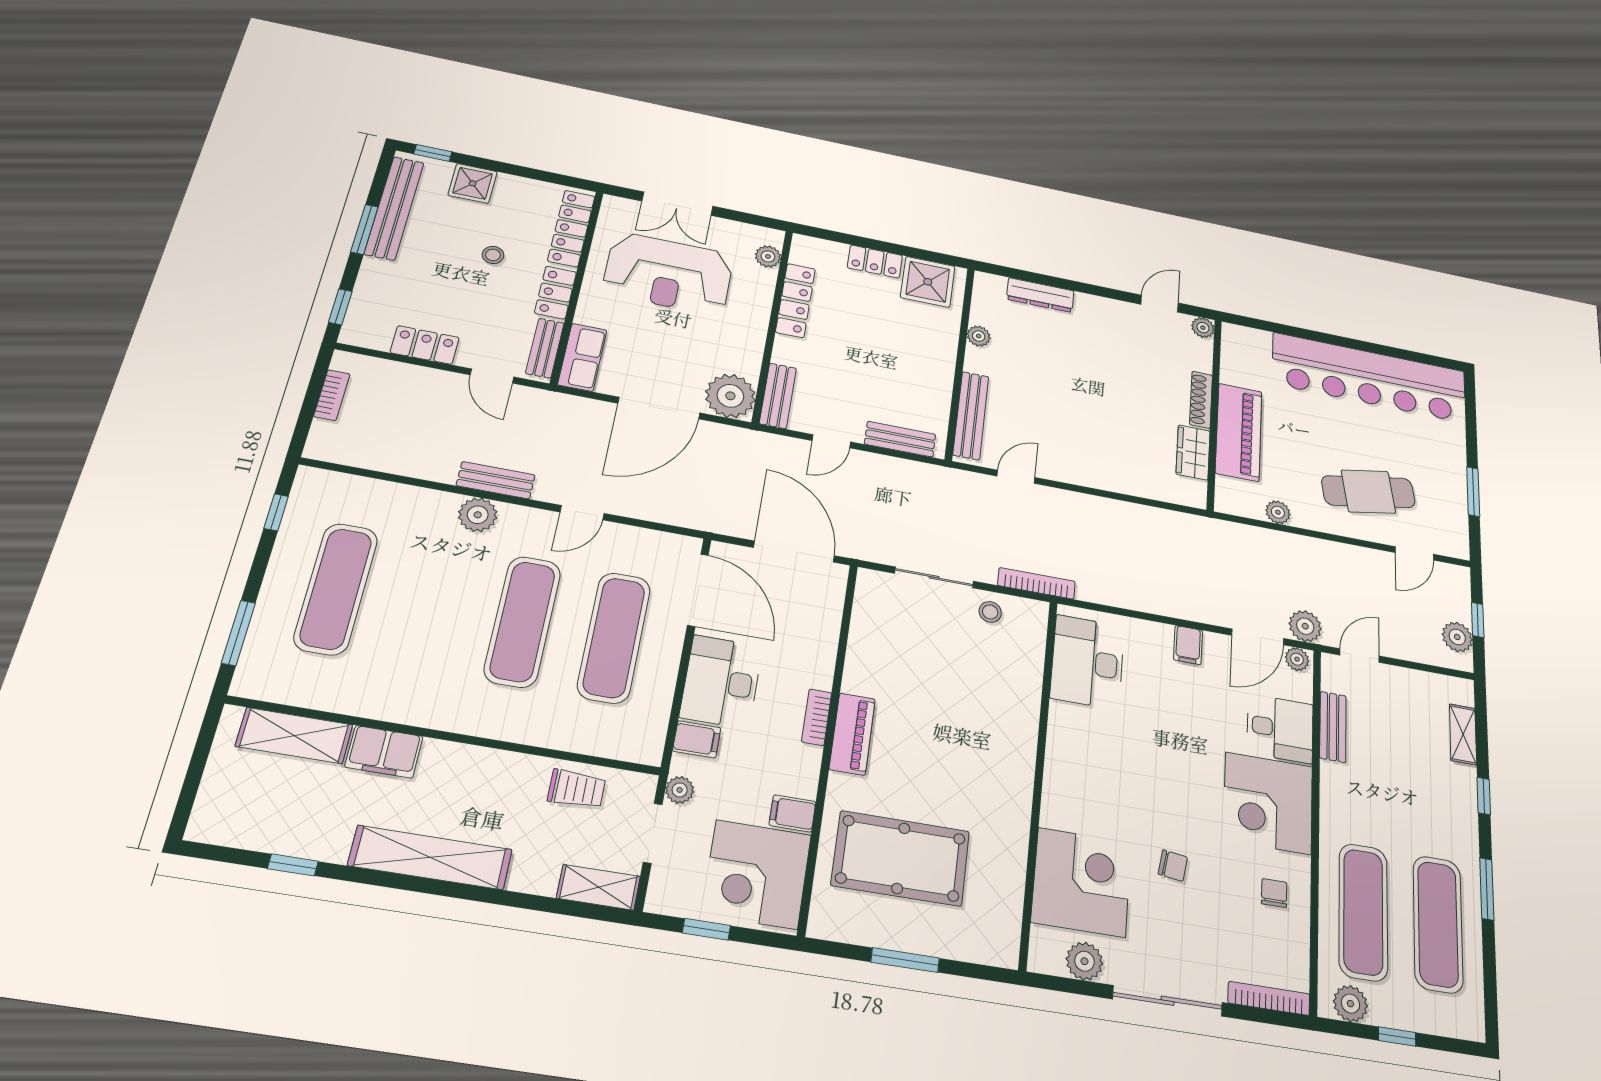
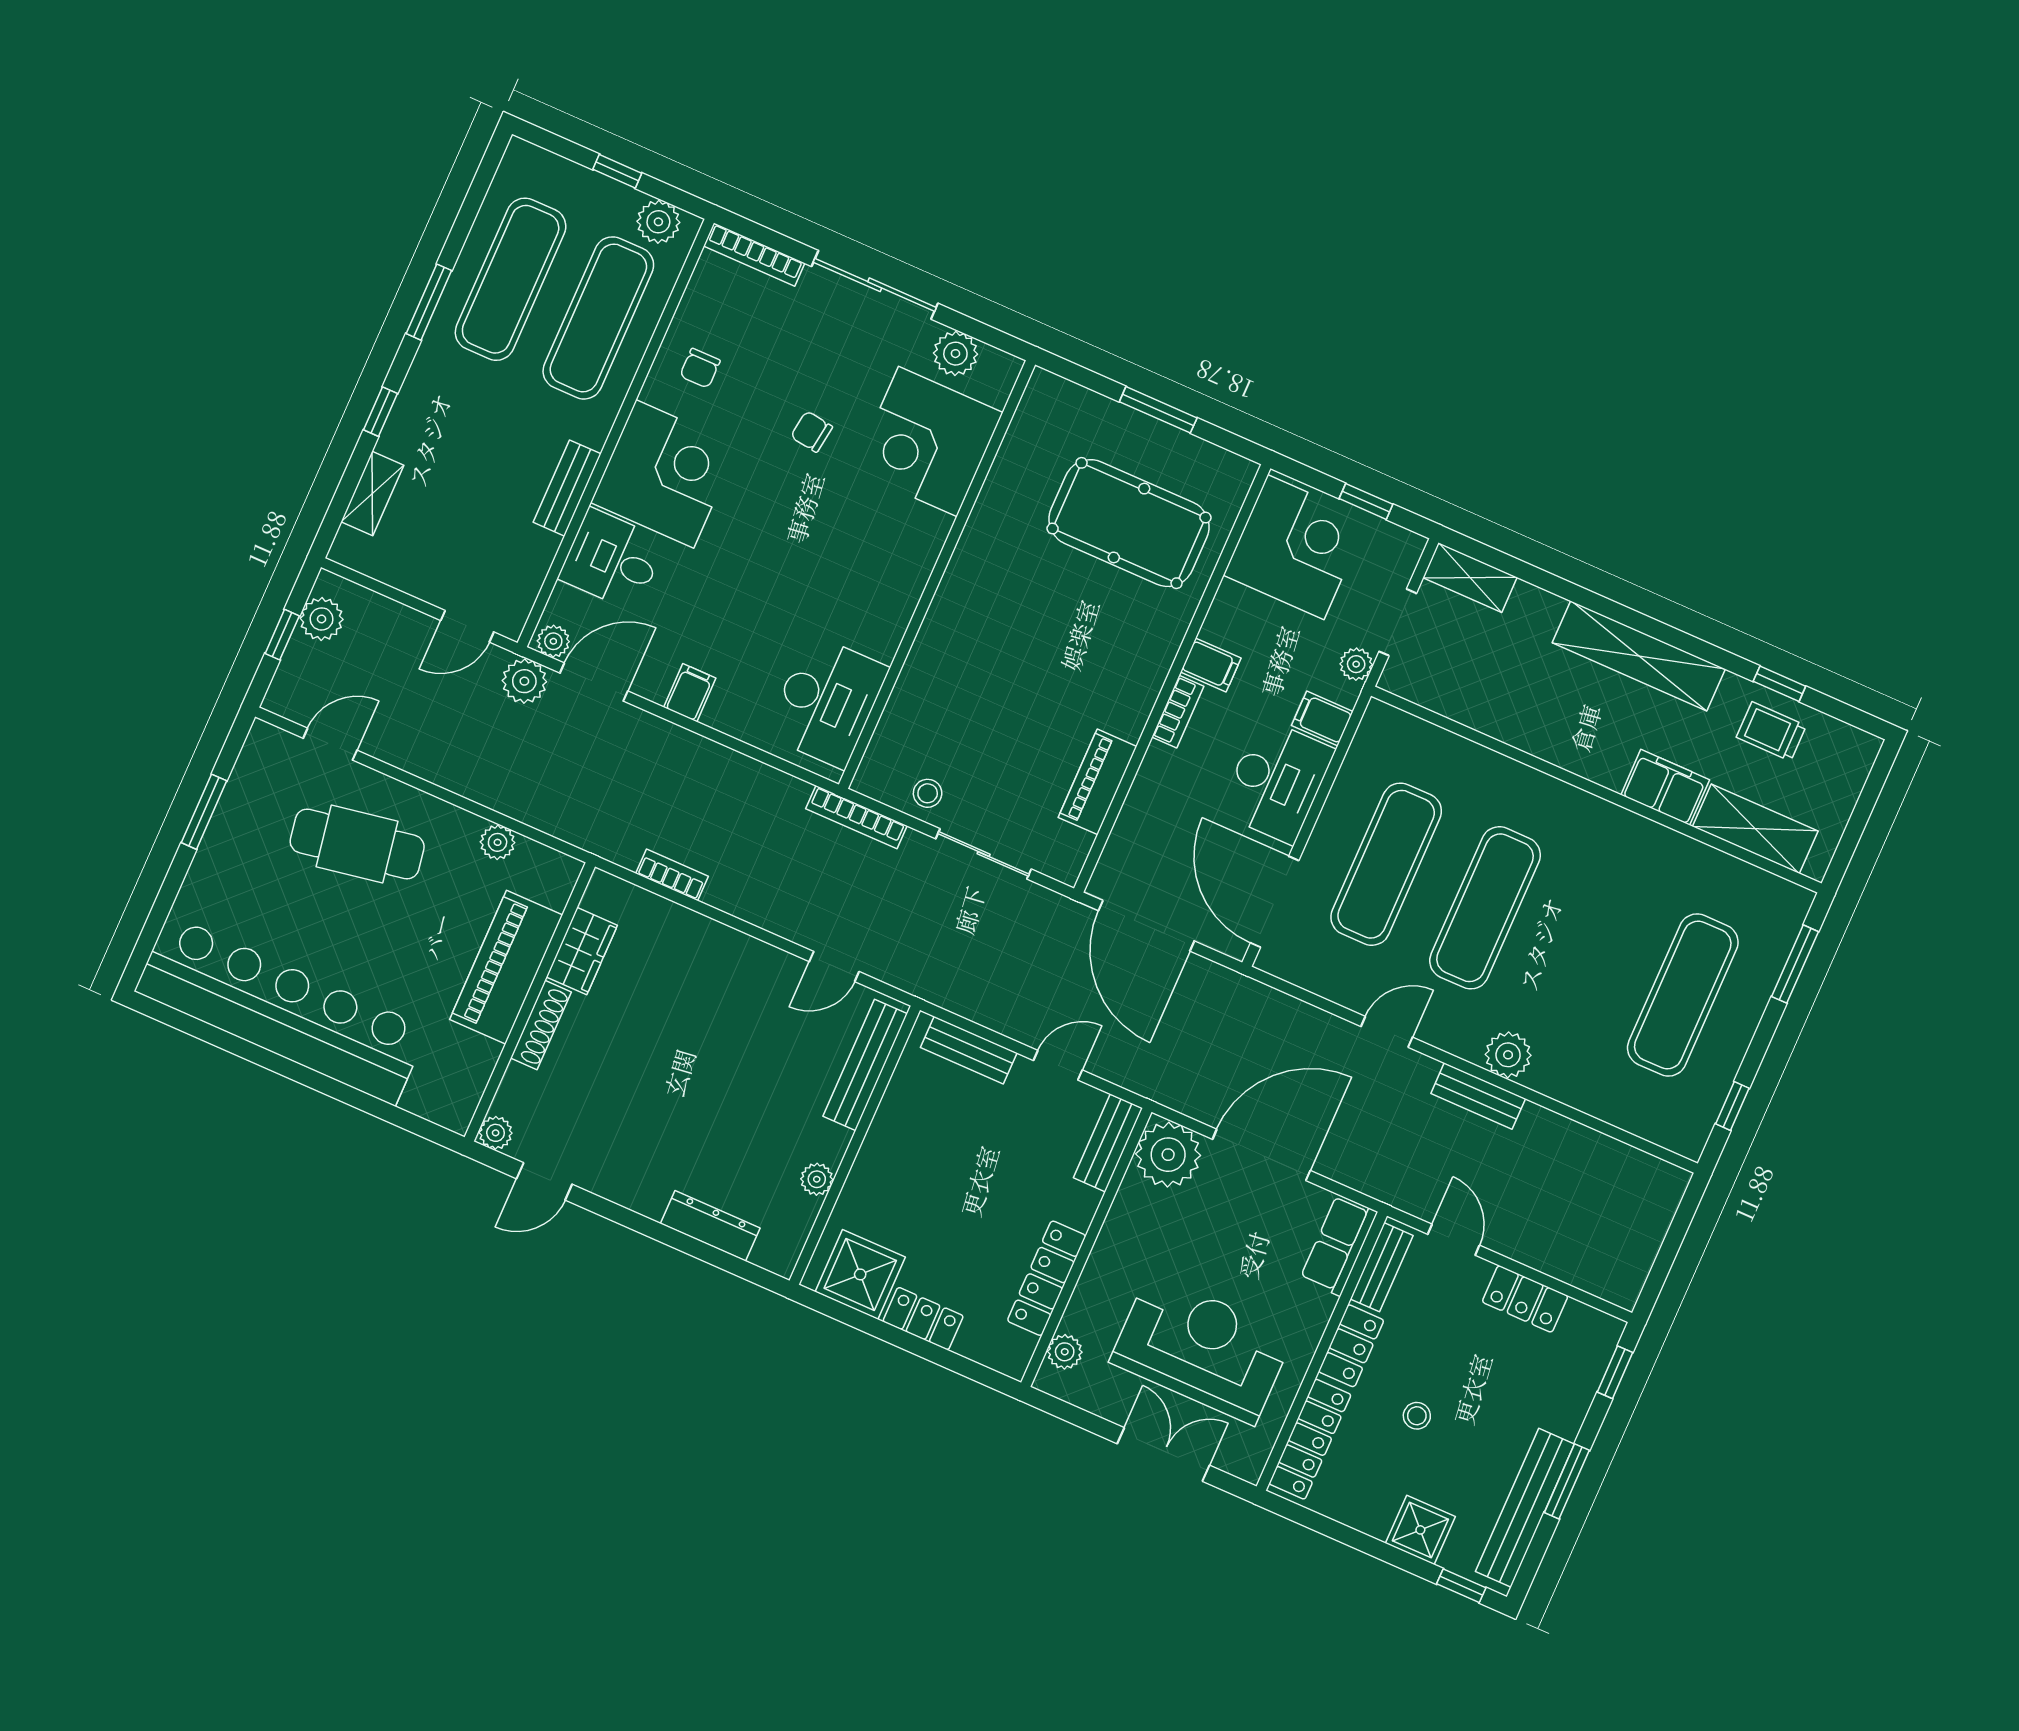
bookcase: (332, 395) -> (672, 875), moved, turned 90
bench: (1333, 727) -> (567, 488), moved
piano: (852, 734) -> (1098, 782), moved
trolley: (577, 789) -> (1771, 731), moved
filing cabinet: (793, 813) -> (1211, 665), moved

